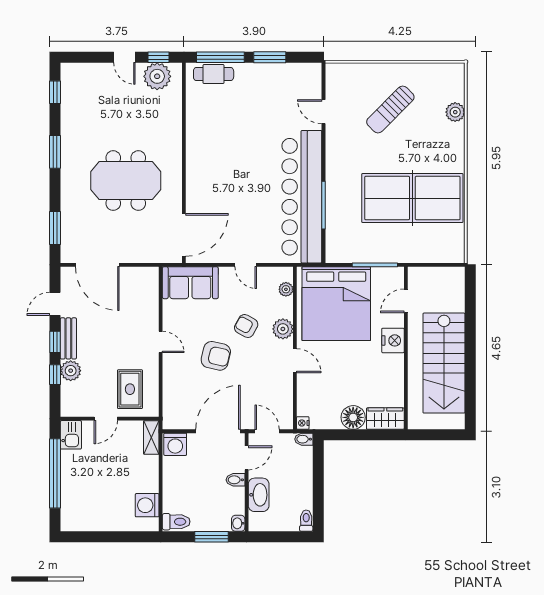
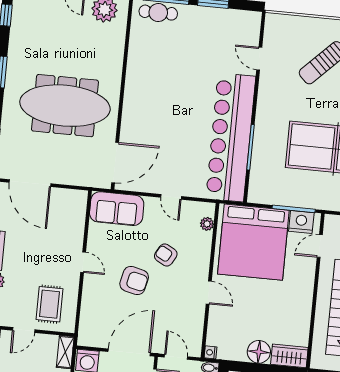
meeting table: (126, 181) -> (65, 106), width x1.36
plant: (283, 329) -> (200, 261), removed
nightstand: (393, 340) -> (301, 222), moved, turned -90

